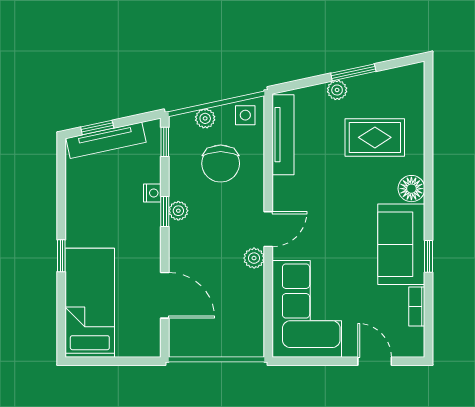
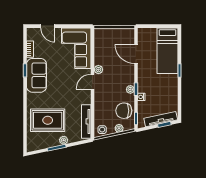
rug: (375, 137) -> (48, 120), width x1.36, depth x1.43
chair: (221, 164) -> (124, 111), moved, turned -90
floor lamp: (411, 189) -> (32, 99), removed

